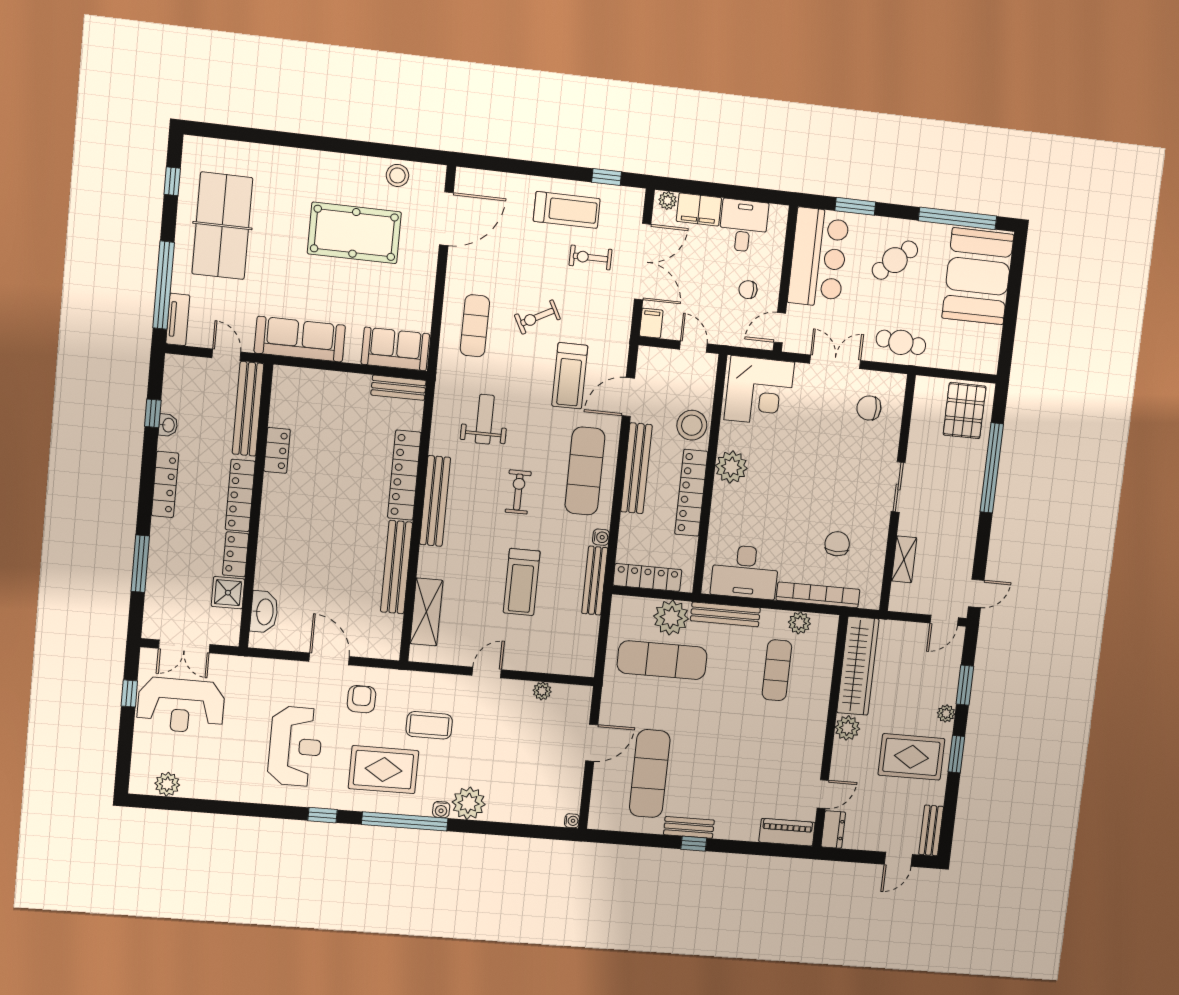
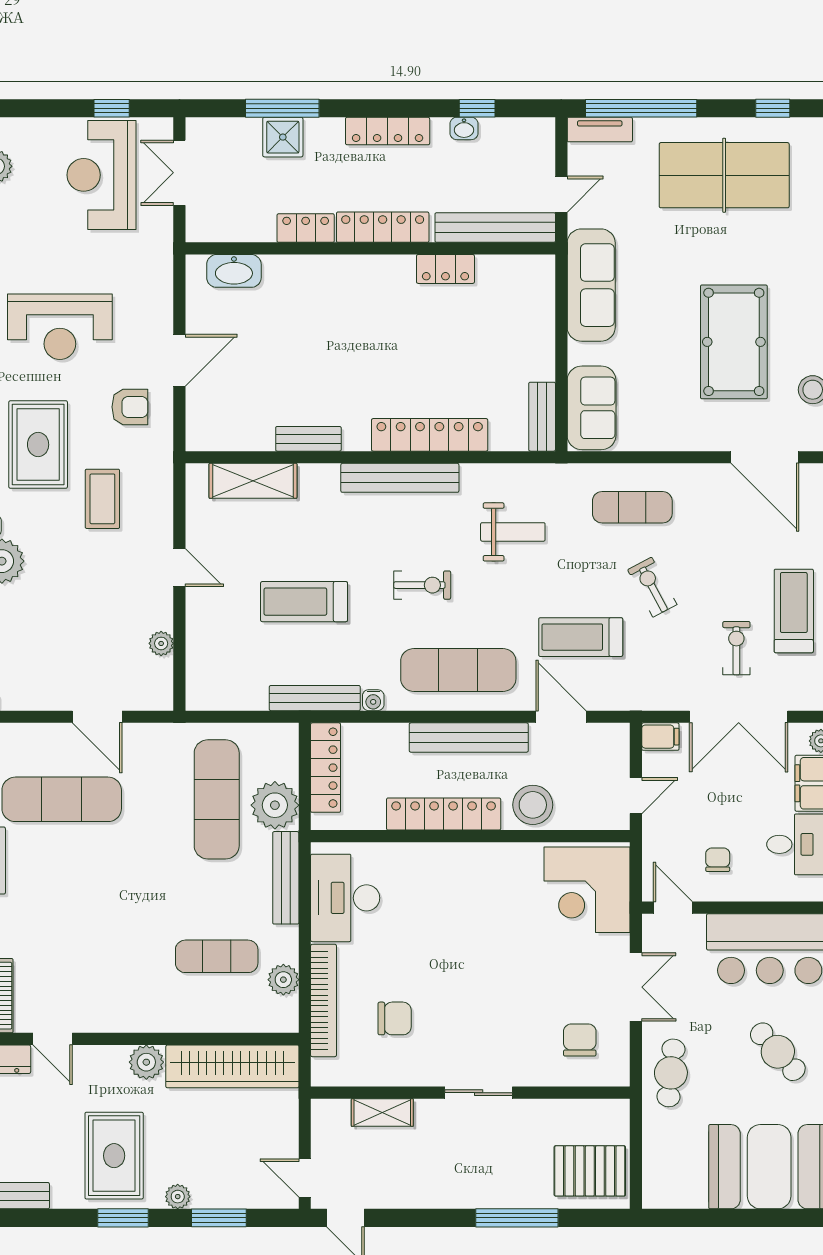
treadmill: (567, 210) -> (794, 611), turned 180
plant: (731, 467) -> (483, 864), removed
window: (992, 468) -> (517, 1218), width x0.68
bench: (396, 567) -> (308, 439), width x0.54, depth x0.82
shower: (228, 593) -> (283, 137), moved

